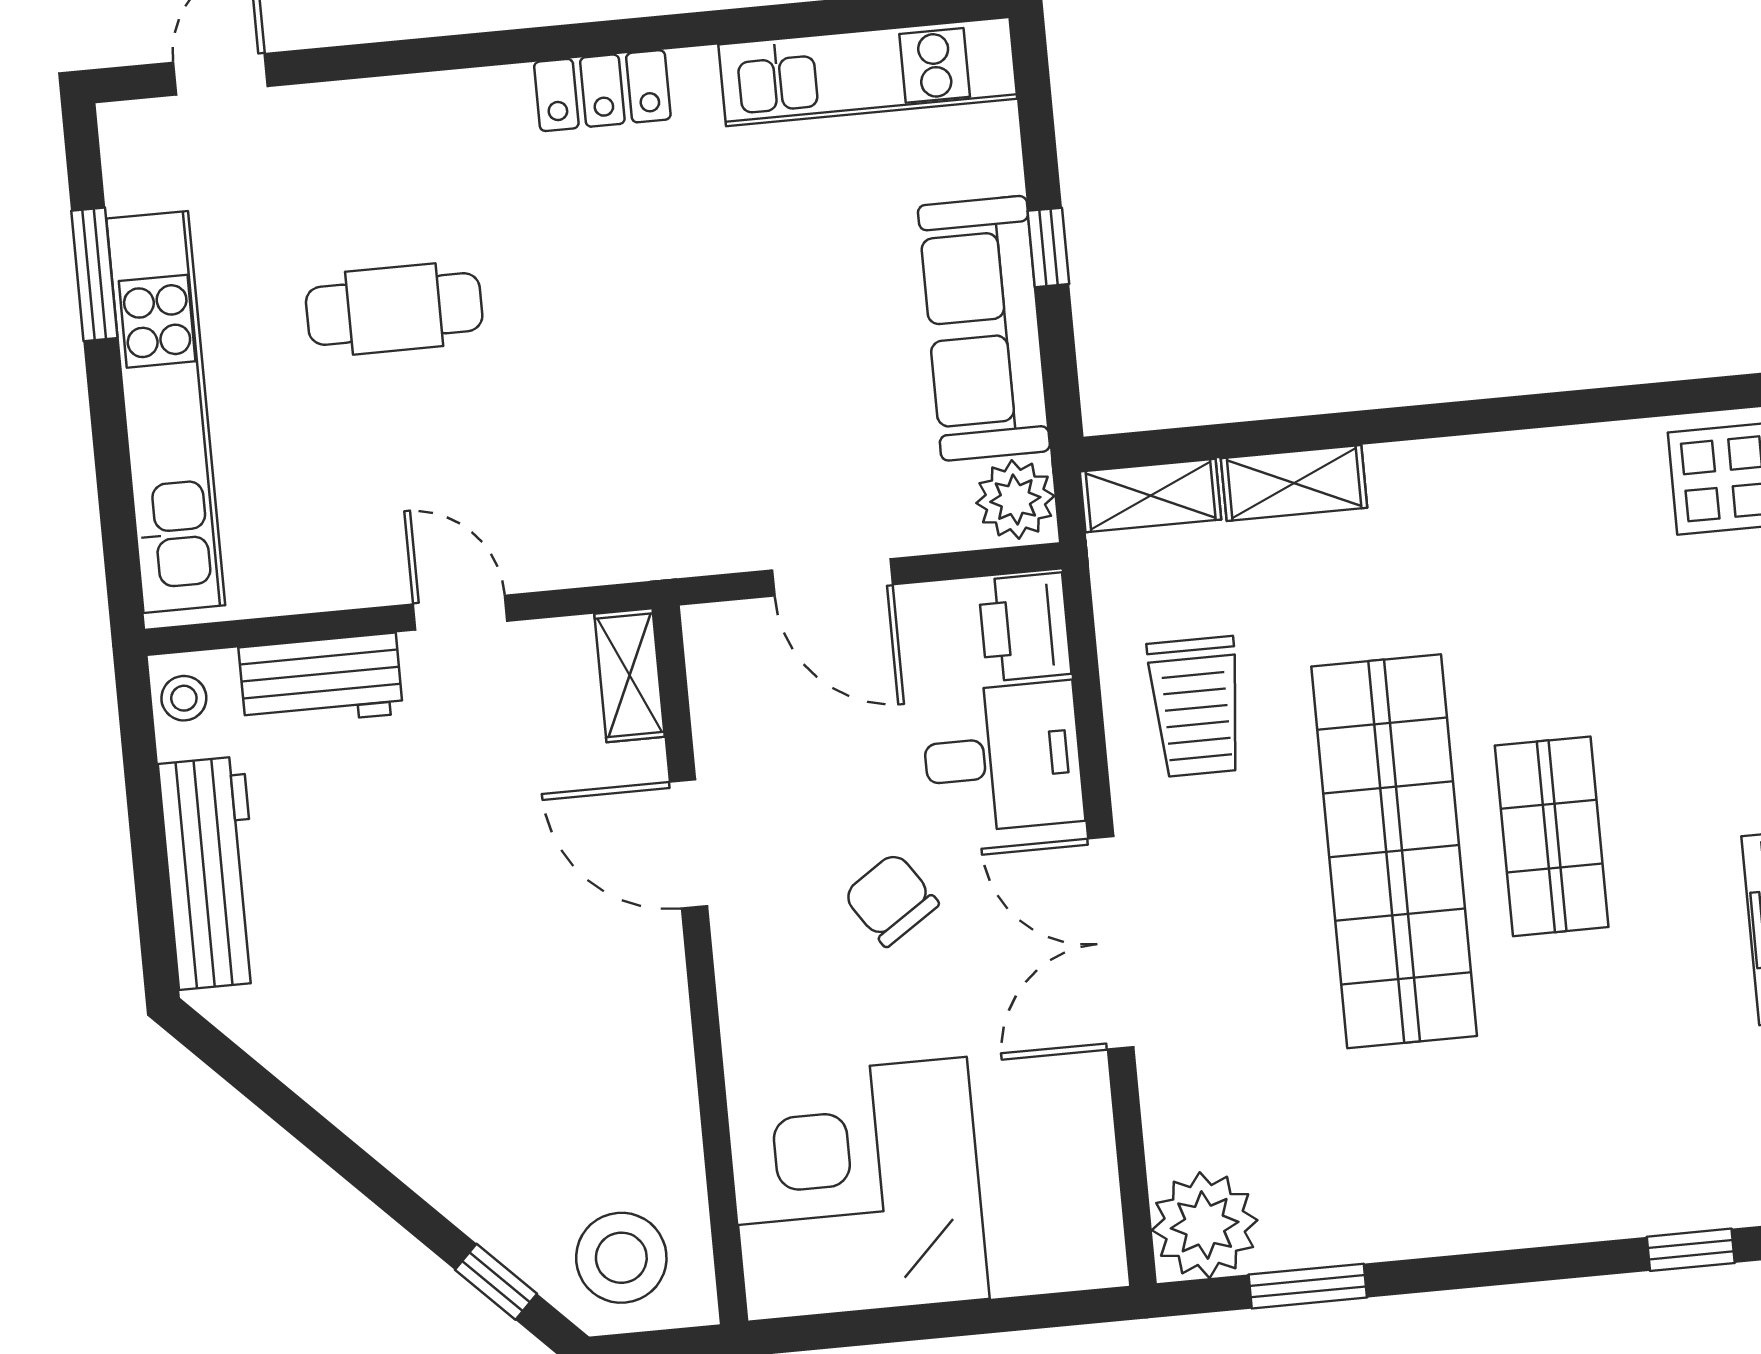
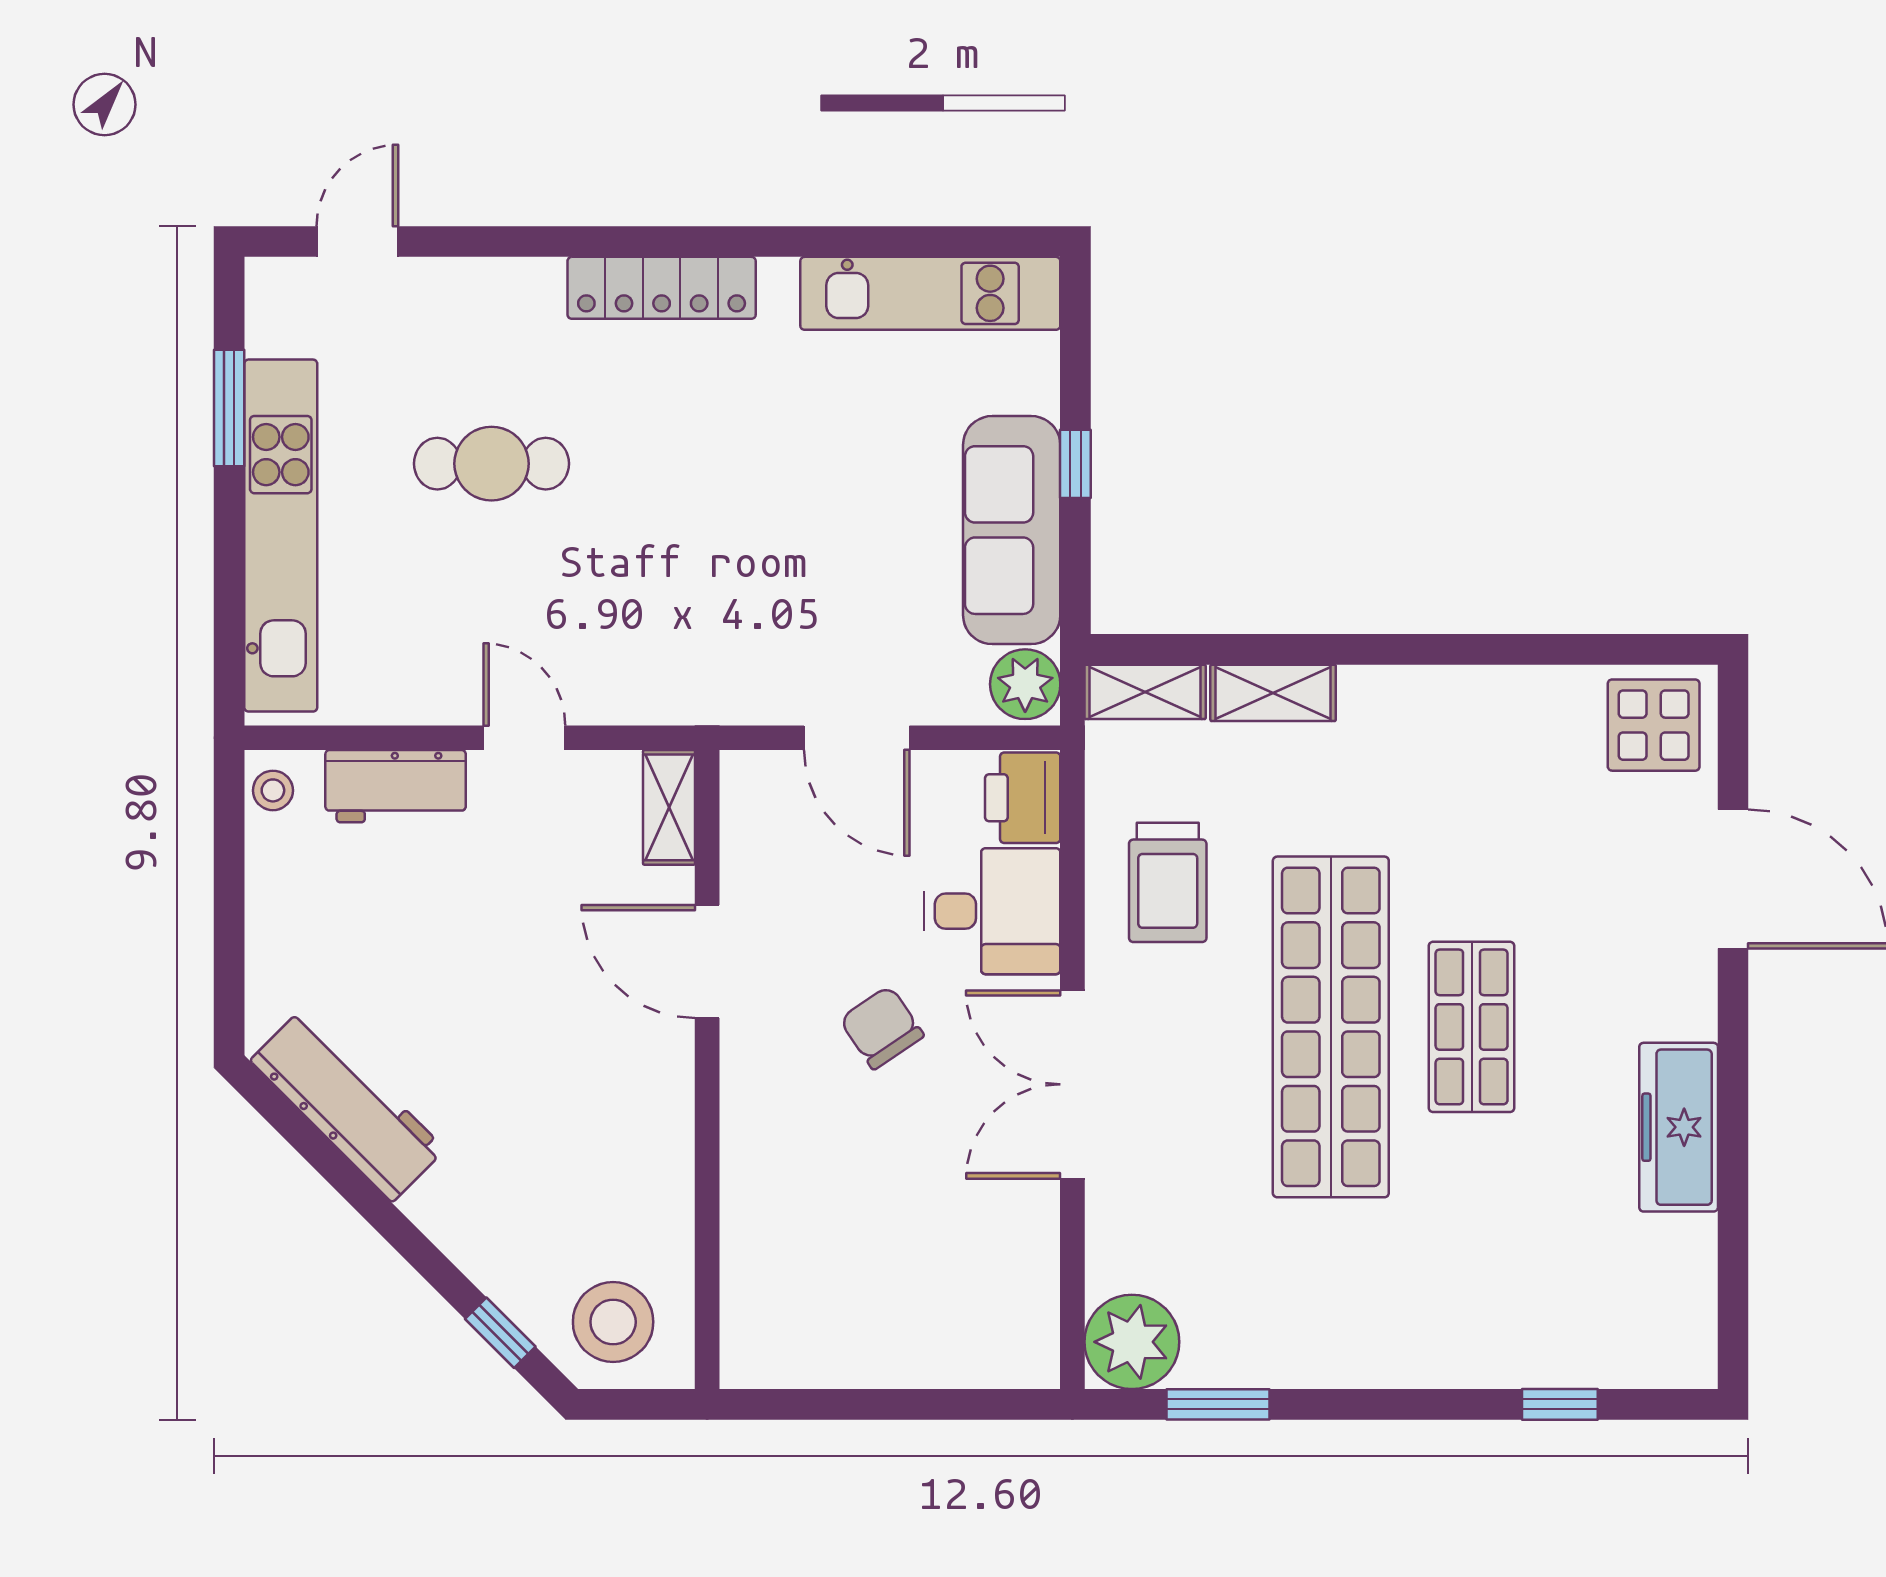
locker: (602, 91) -> (662, 288), width x1.53
workbench: (211, 873) -> (348, 1105), moved, turned -45
corner desk: (857, 1189) -> (827, 1281), removed

